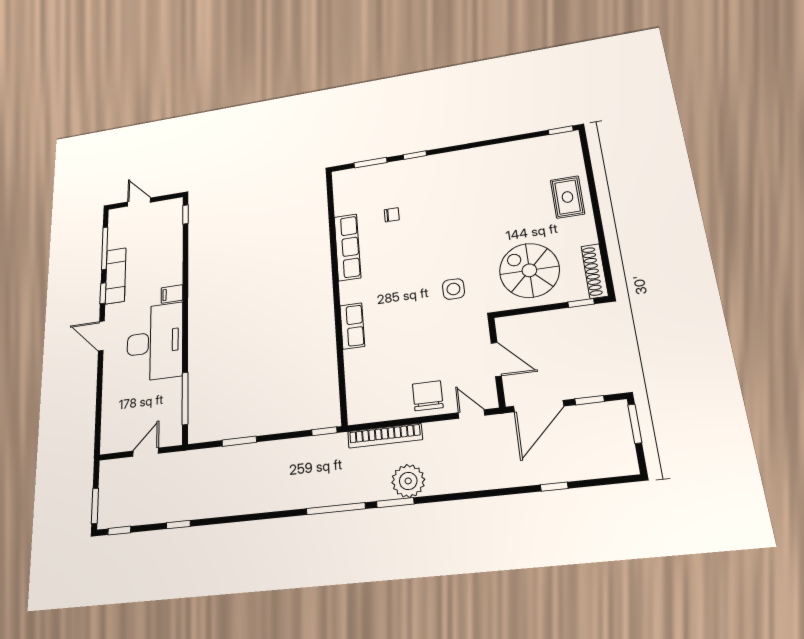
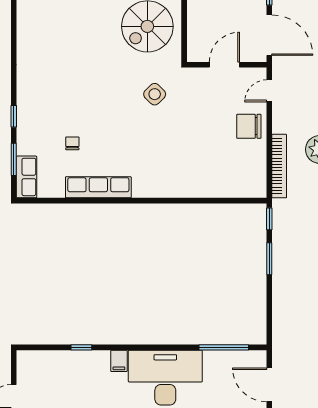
window: (185, 214) -> (81, 347), moved
side table: (453, 289) -> (155, 94), turned 45
row of seats: (352, 326) -> (26, 177), moved, turned 90
window: (239, 441) -> (269, 259), moved
door: (146, 452) -> (269, 385), width x1.38

